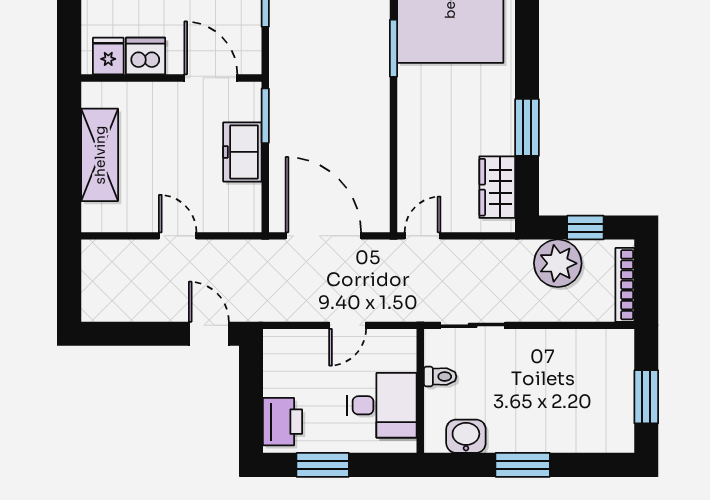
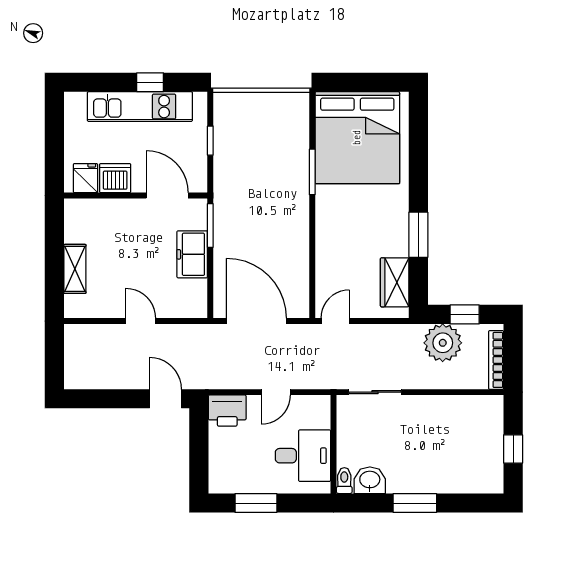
shelving: (100, 155) -> (75, 269), width x0.67, depth x0.75
toilet: (440, 377) -> (344, 481), moved, turned -90
window: (646, 397) -> (513, 449), width x0.67
printer: (282, 422) -> (227, 411), moved, turned 90

